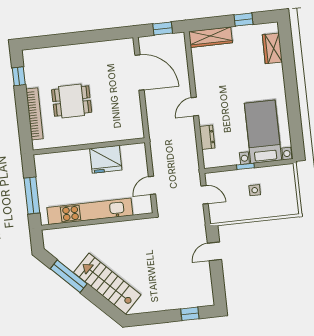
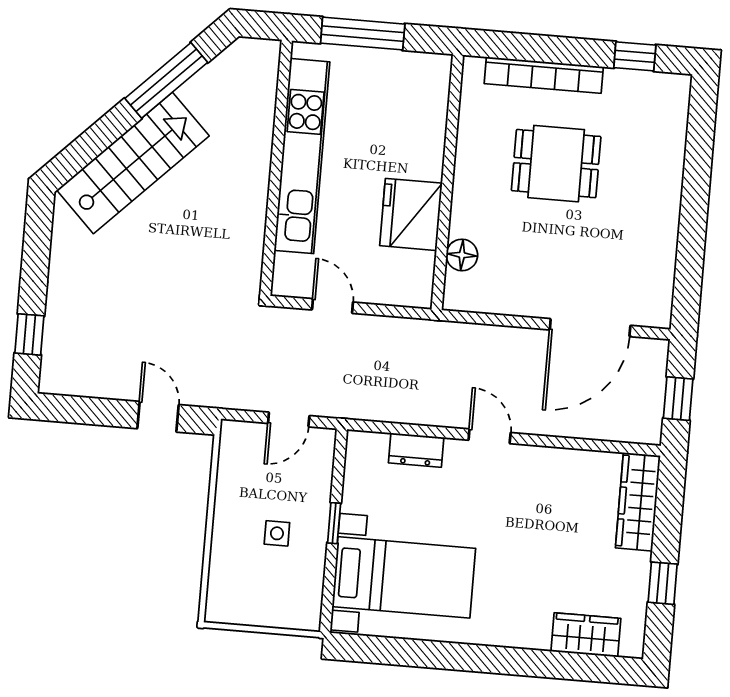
dining table: (72, 101) -> (556, 164), turned 90
floor lamp: (119, 134) -> (462, 255), added

